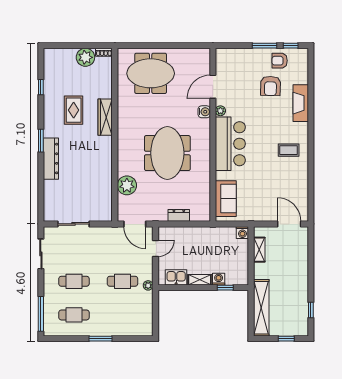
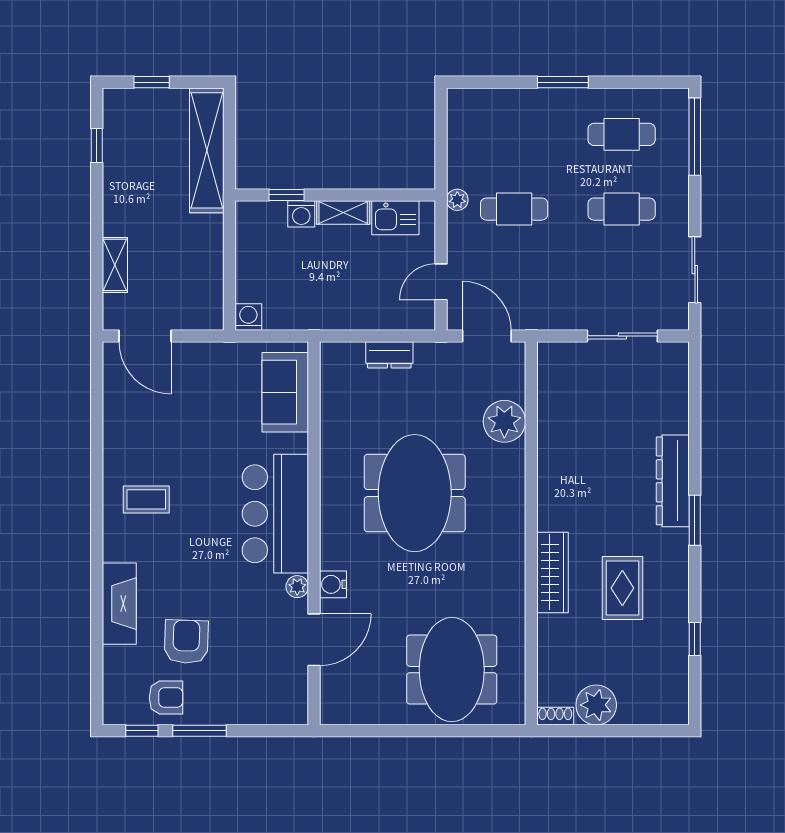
meeting table: (151, 73) -> (452, 670), turned 90
shelving: (259, 250) -> (115, 265), moved

